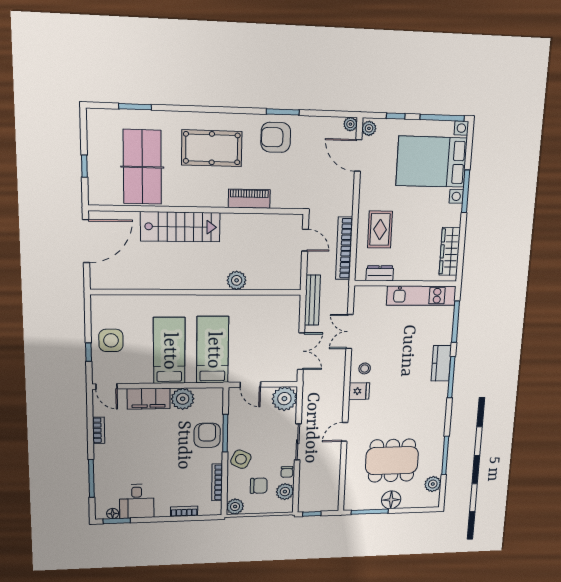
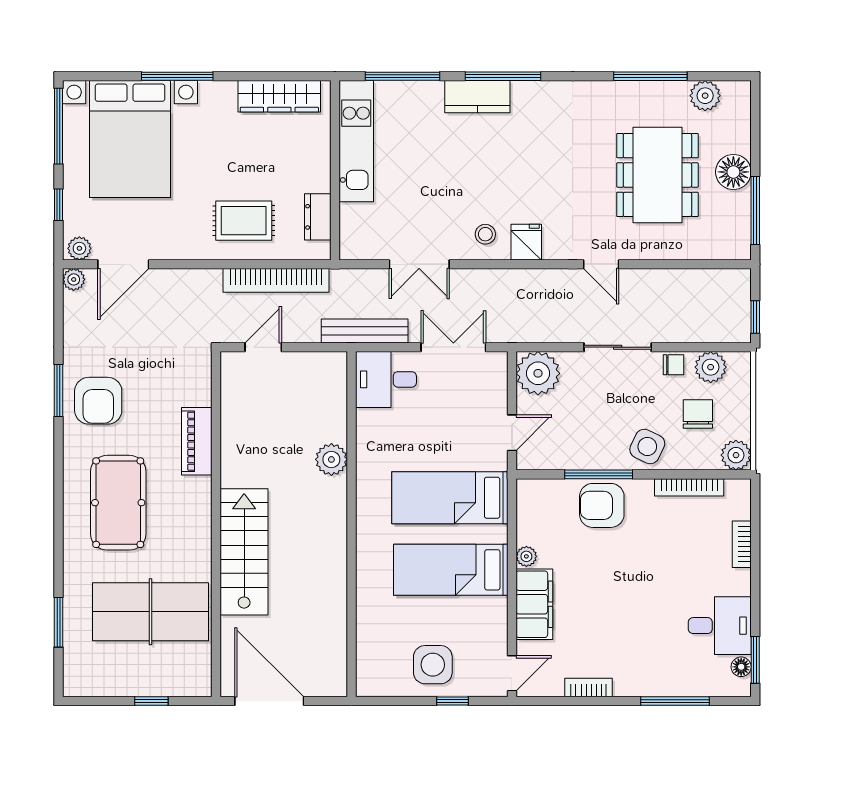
desk: (283, 313) -> (386, 379), added
plant: (183, 399) -> (526, 556), width x0.53, depth x0.53

